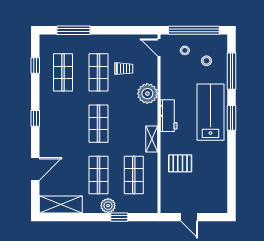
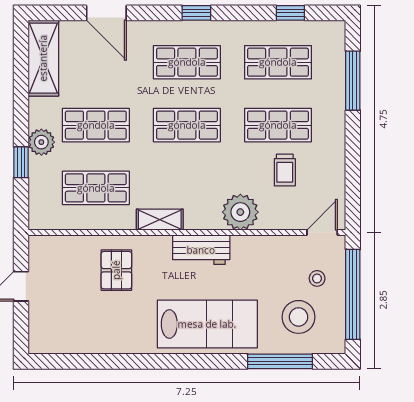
stool: (207, 61) -> (299, 317), width x1.89, depth x1.89
window: (231, 118) -> (197, 361), removed
shop shelf: (63, 124) -> (187, 62), added

